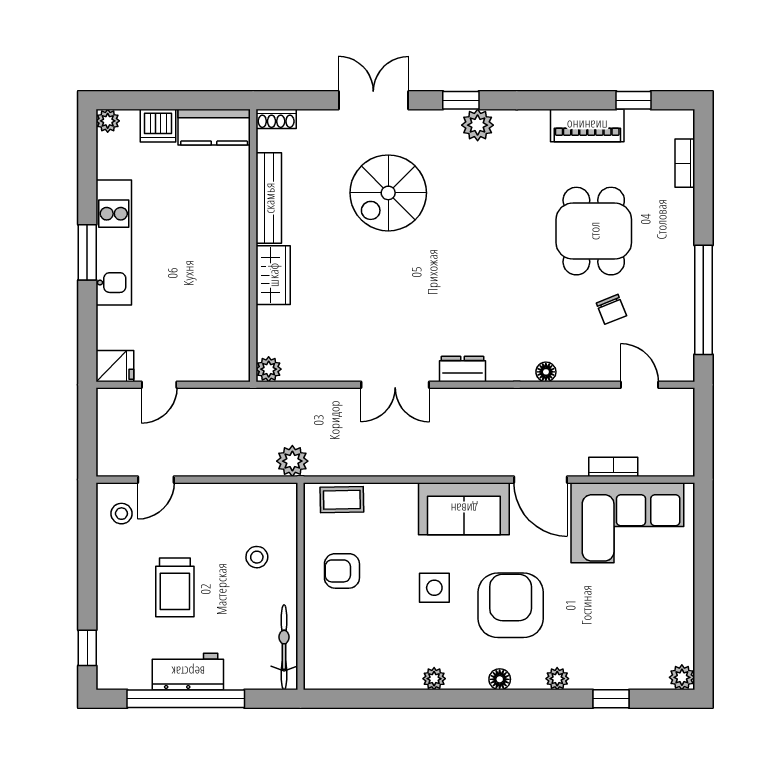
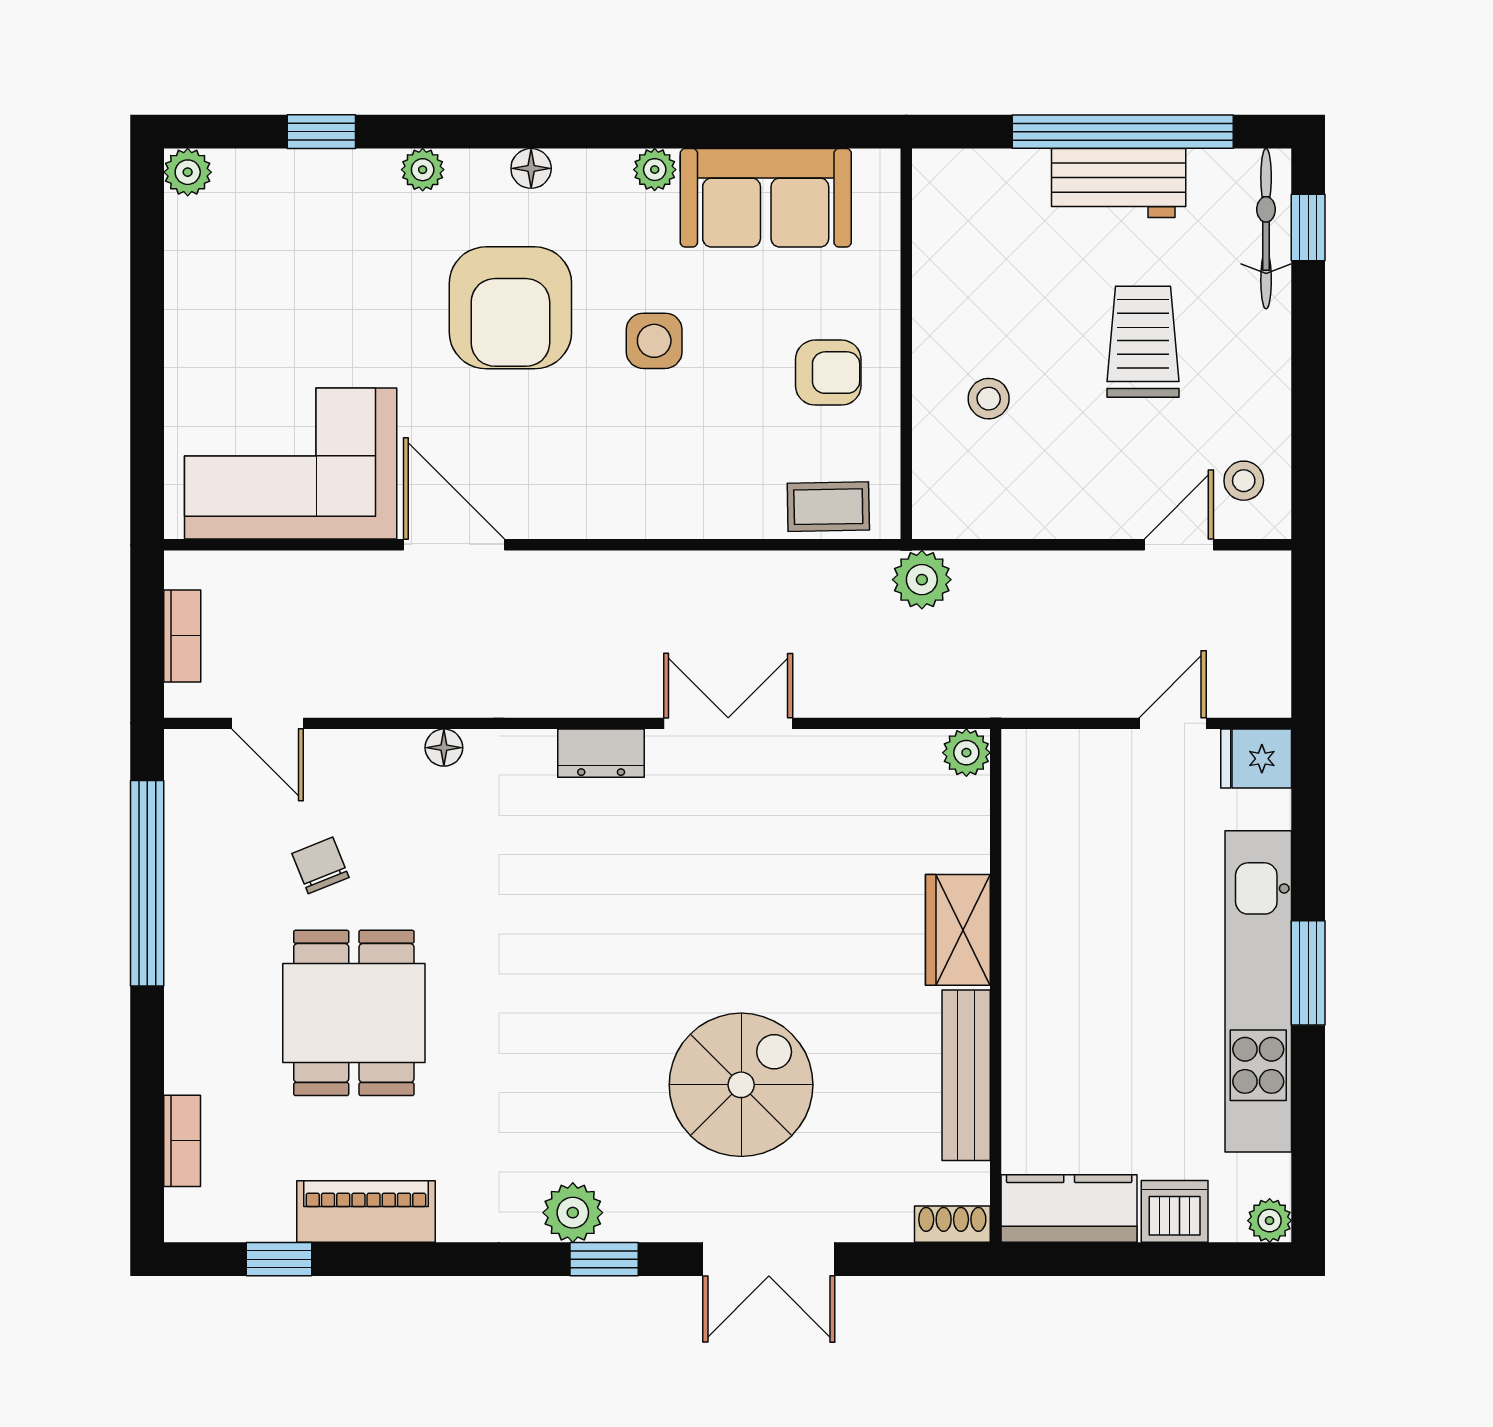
kitchen unit: (114, 243) -> (1258, 991), width x1.36
bookcase: (613, 467) -> (182, 636), moved, turned -90
sofa: (464, 509) -> (766, 198), moved, turned 180
bicycle: (284, 647) -> (1266, 229), moved, turned 180

